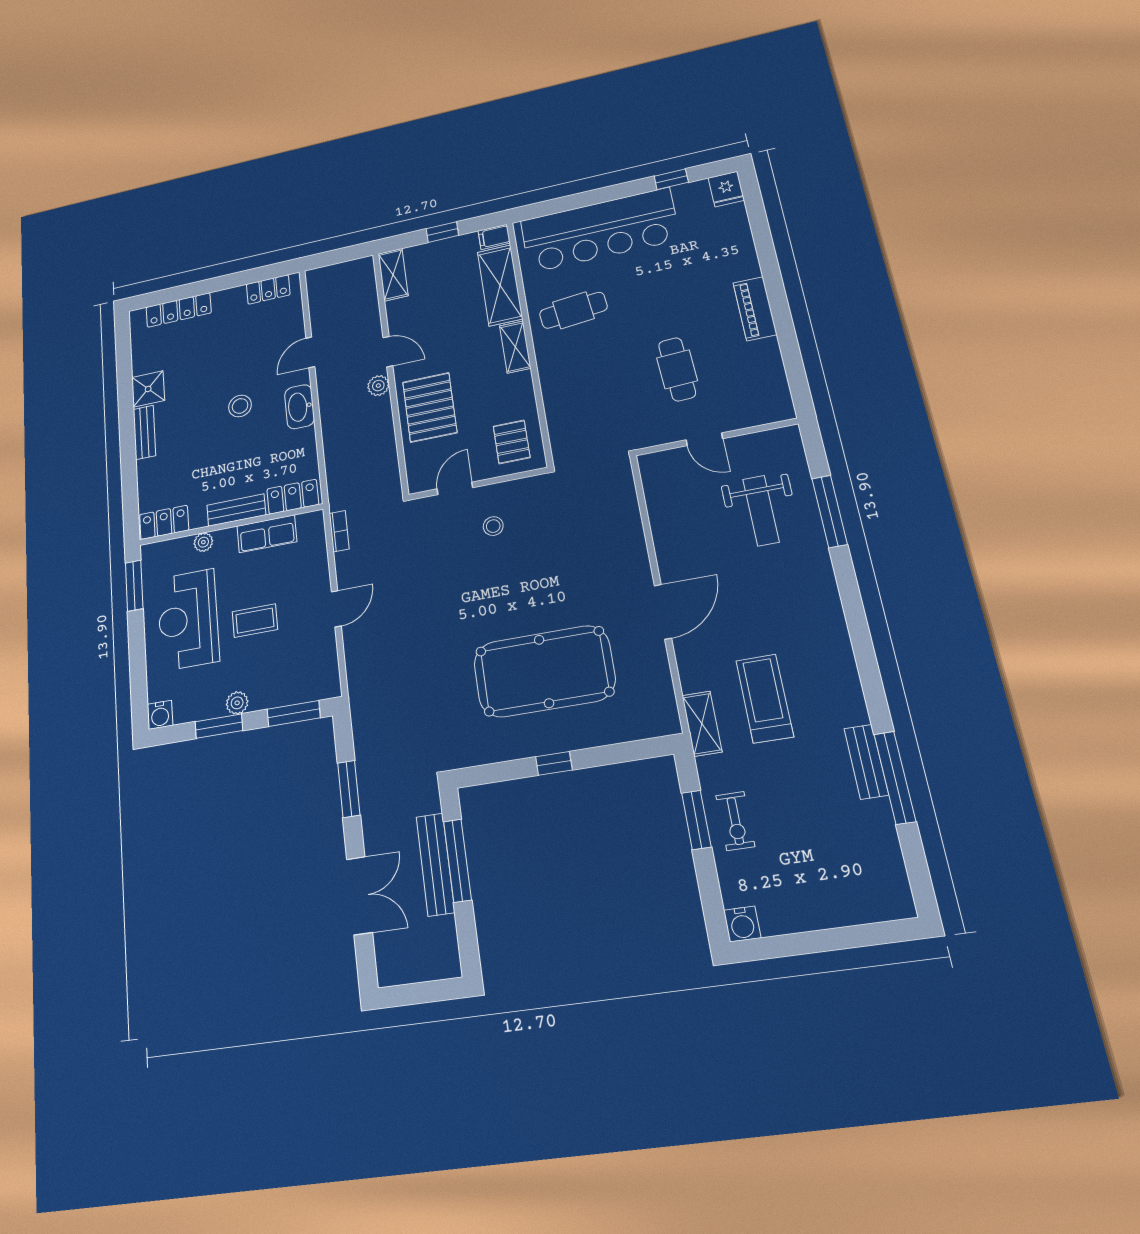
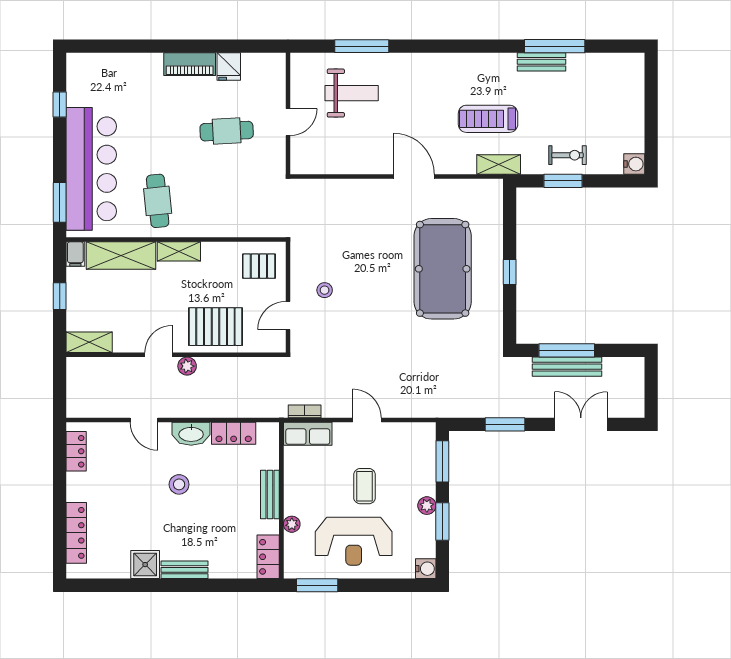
fridge: (726, 189) -> (229, 66), moved, turned 90
window: (553, 207) -> (60, 202), added
door: (455, 488) -> (288, 316), hinge flipped
locker: (293, 497) -> (234, 433), moved, turned -90
row of seats: (267, 534) -> (308, 434), moved, turned 90

